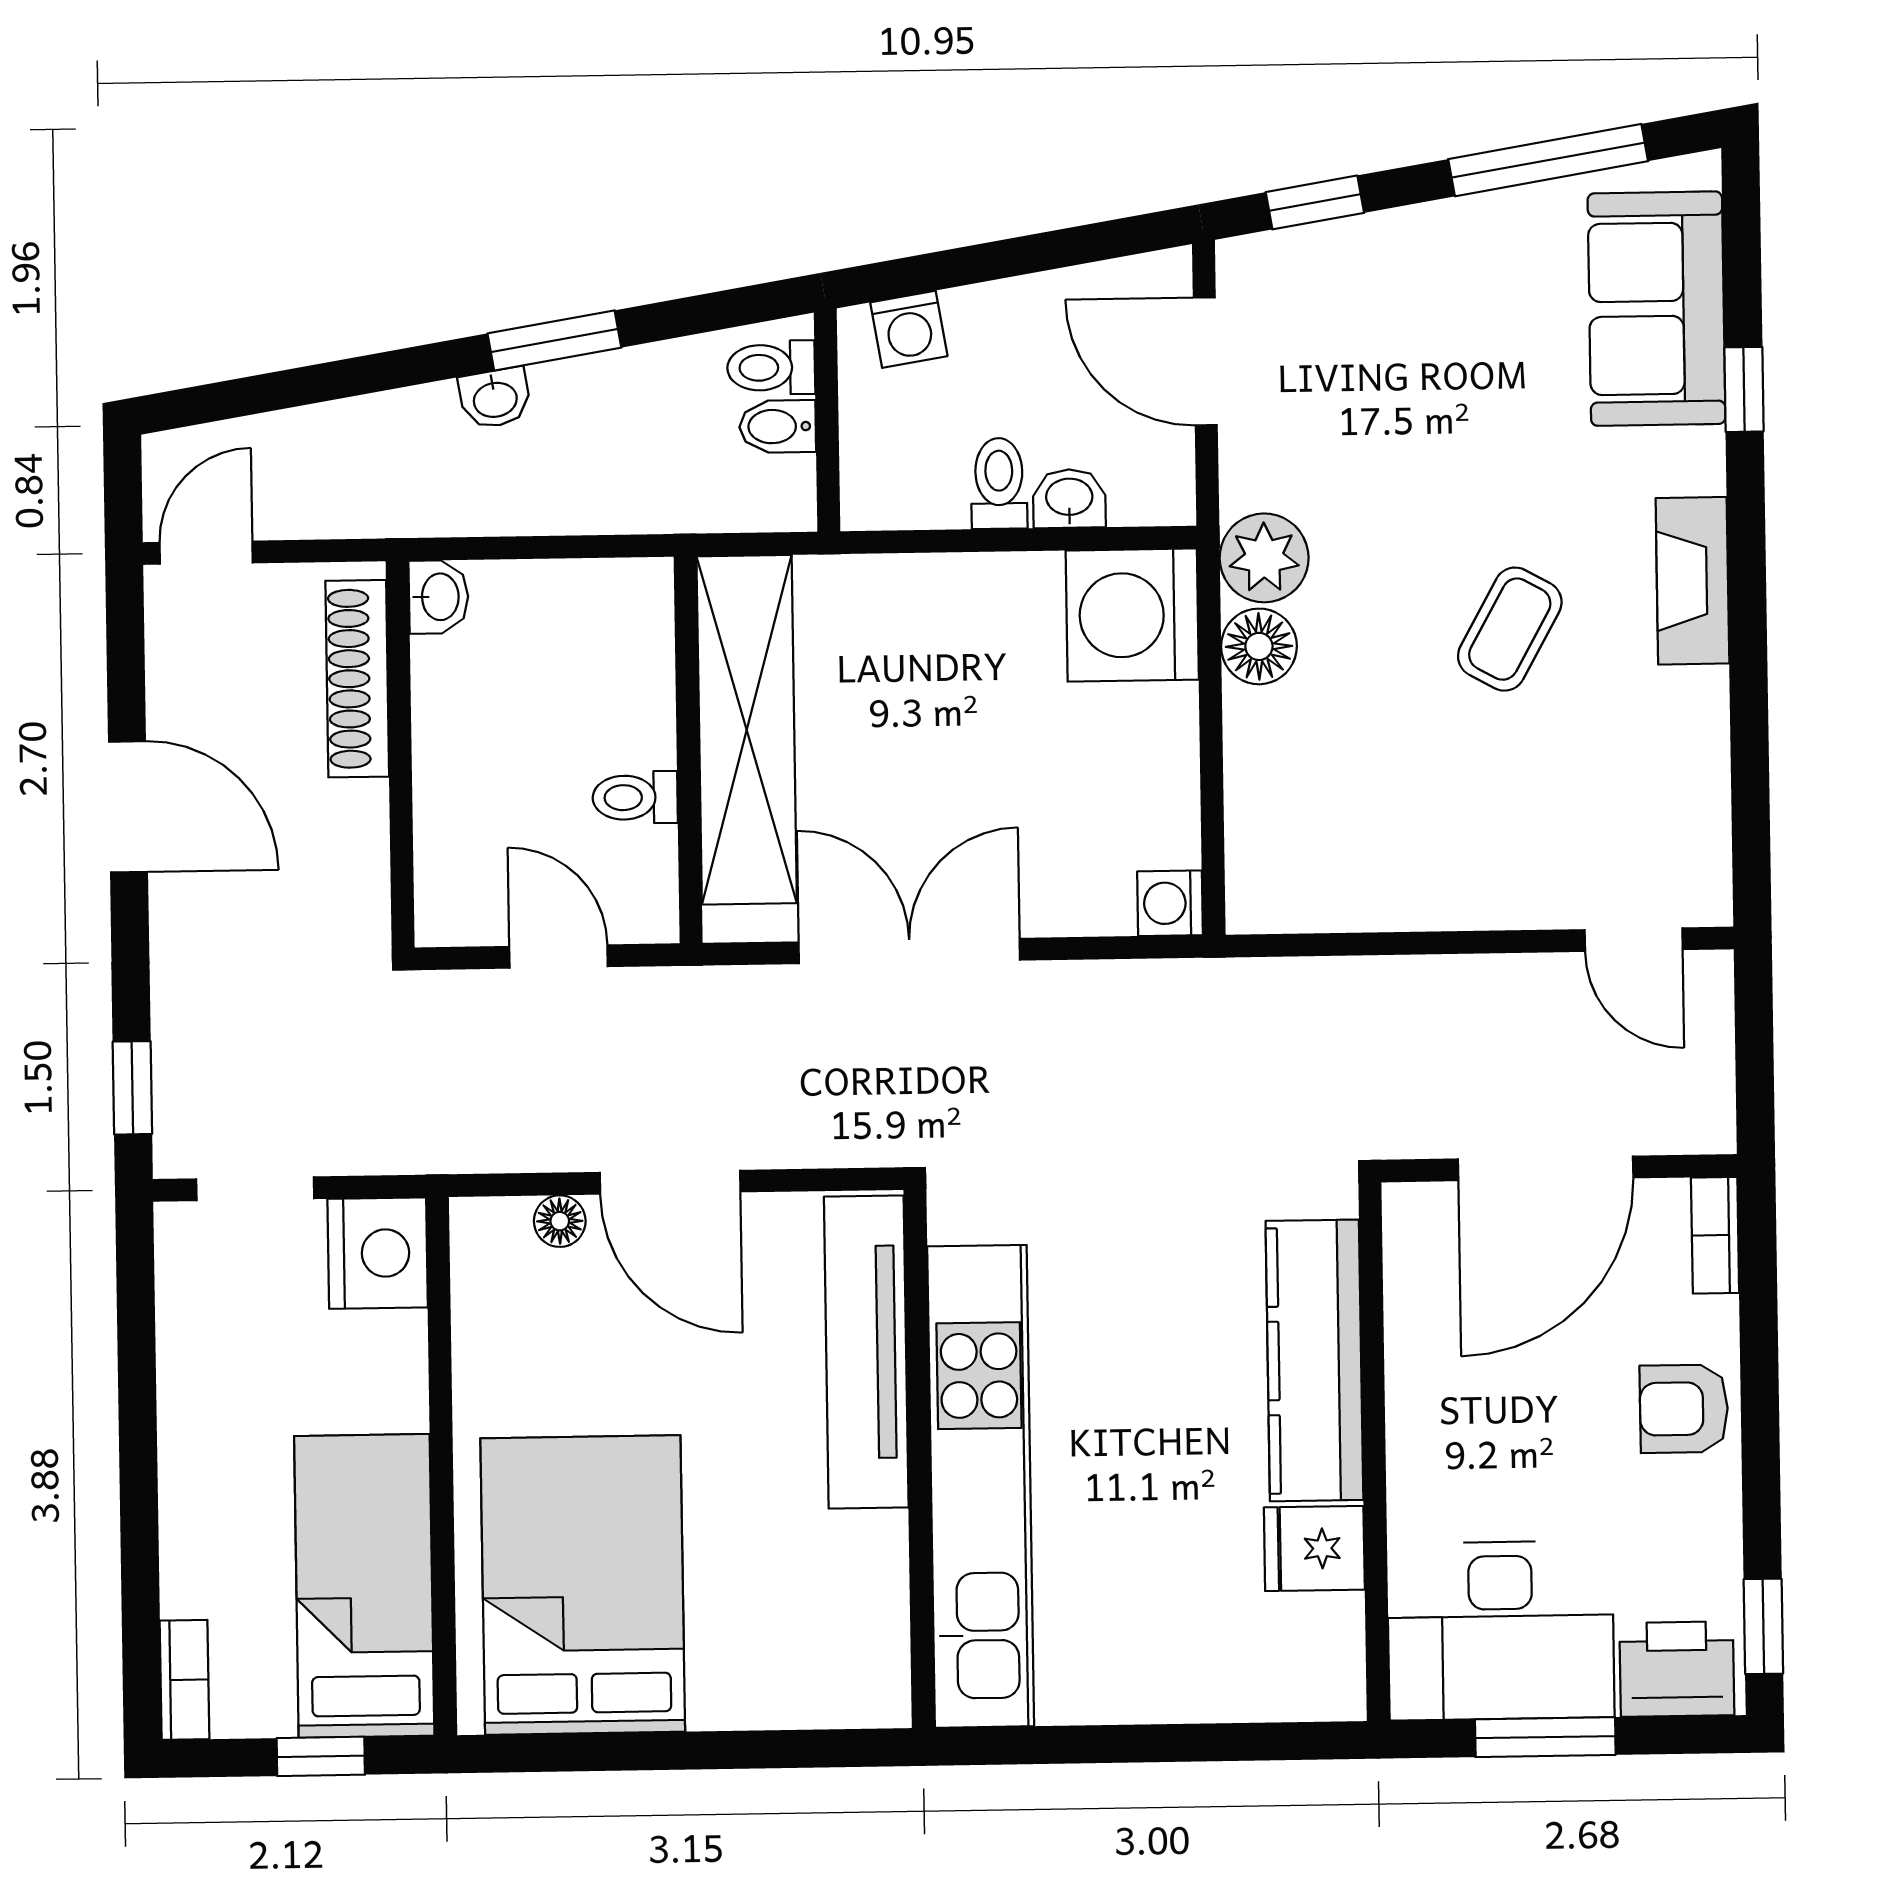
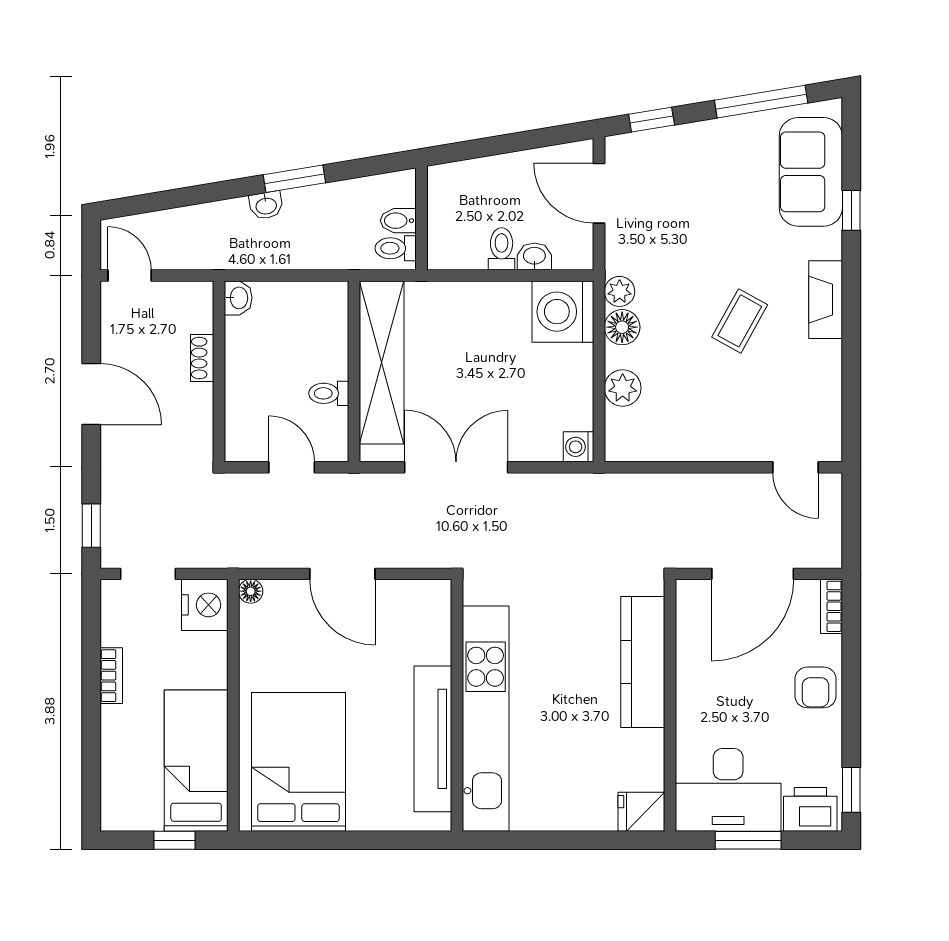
washing machine: (909, 329) -> (460, 176), removed
toilet: (771, 368) -> (396, 248), moved
door: (206, 553) -> (130, 276), hinge flipped
plant: (1264, 558) -> (620, 291), width x0.73, depth x0.73
shoe rack: (357, 679) -> (202, 358), width x0.51, depth x0.81
plant: (1262, 776) -> (623, 388), added
floor lamp: (560, 1221) -> (251, 591), moved
tv unit: (866, 1352) -> (433, 739), moved
armchair: (1684, 1409) -> (815, 687), turned -90
fridge: (1314, 1548) -> (641, 812), moved
bookcase: (185, 1680) -> (111, 676), moved

